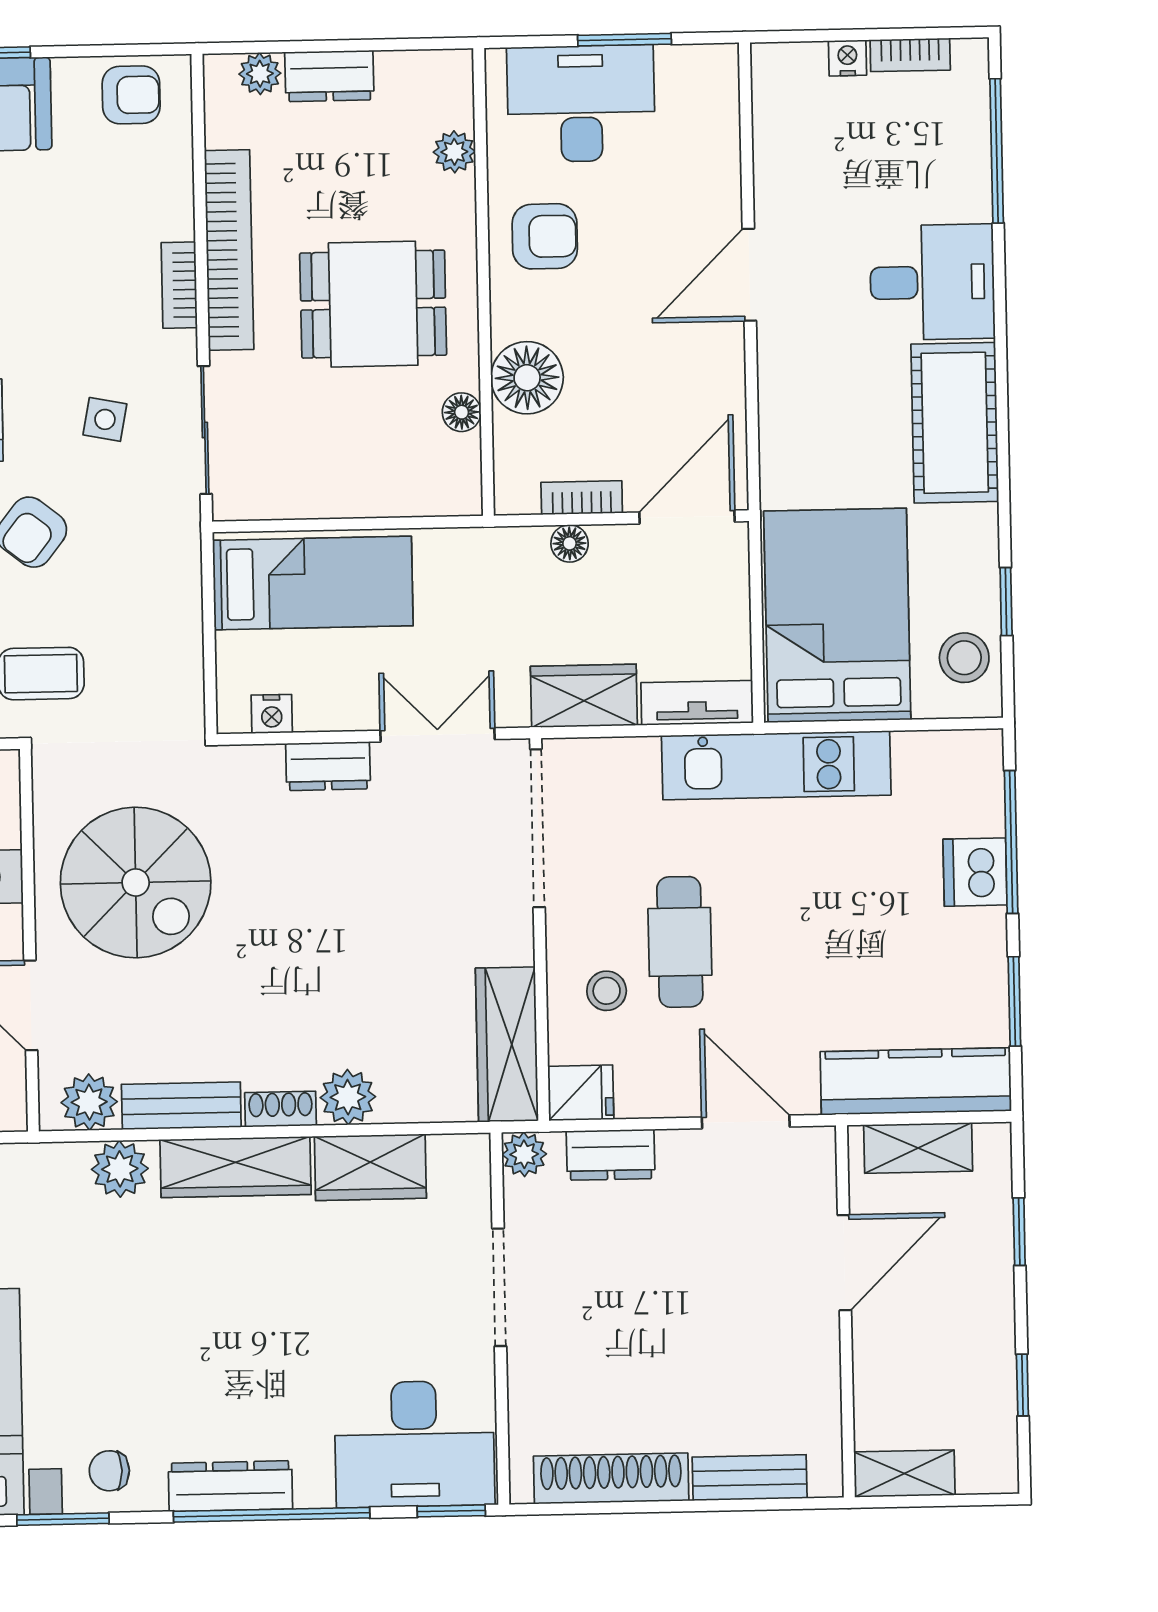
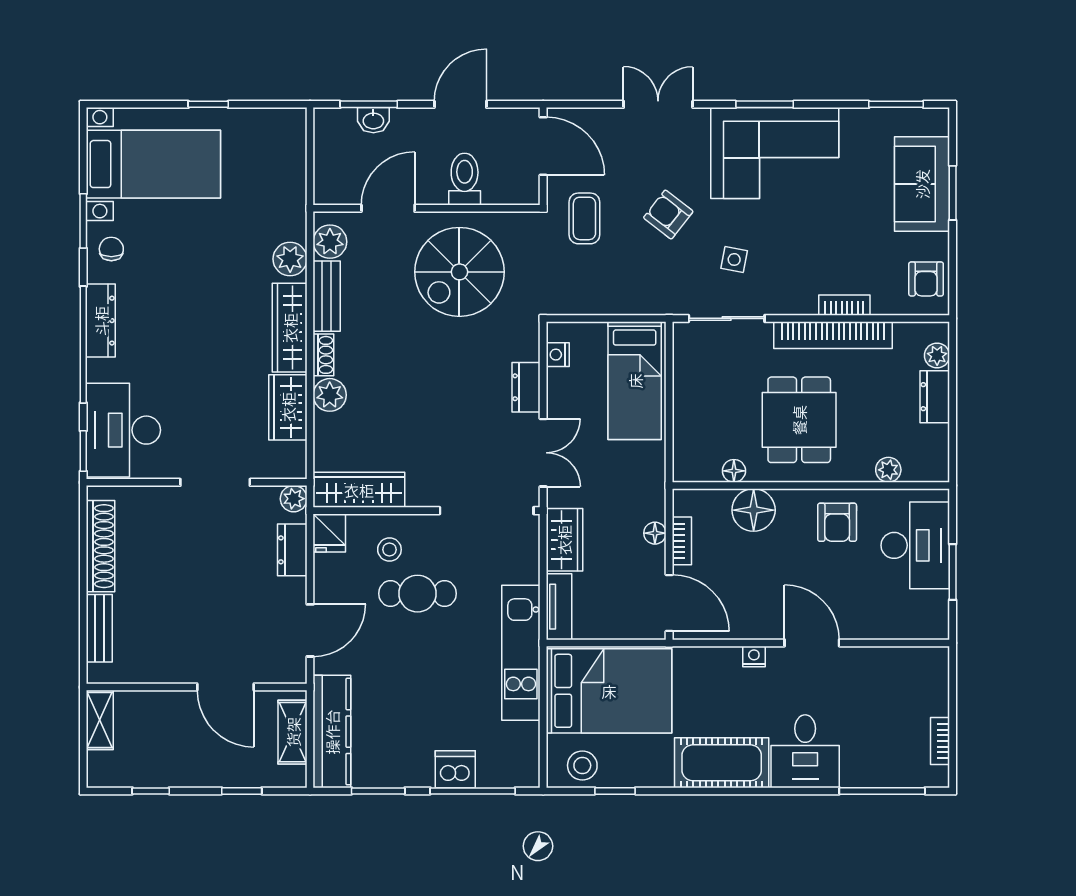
nightstand: (847, 58) -> (754, 657), moved, turned -90
bookcase: (179, 285) -> (844, 305), moved

